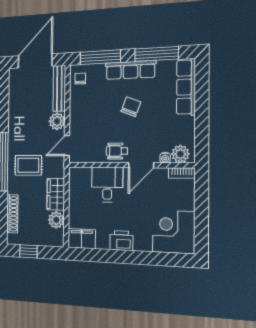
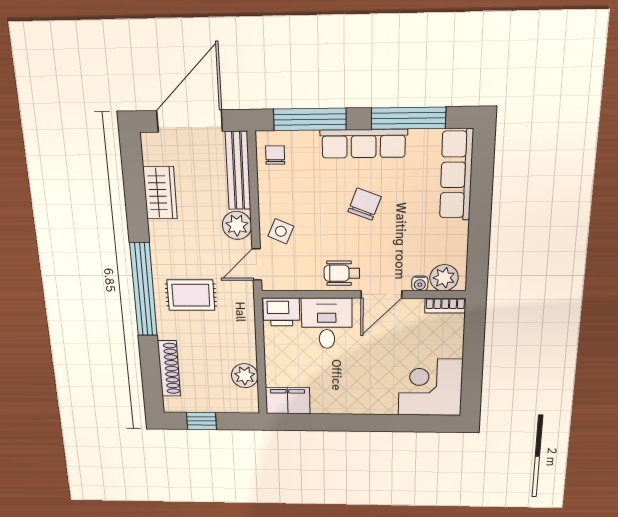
side table: (82, 124) -> (281, 231), added
wardrobe: (56, 194) -> (160, 193), moved, turned 180
printer: (121, 241) -> (281, 312), moved, turned 180

